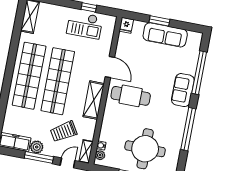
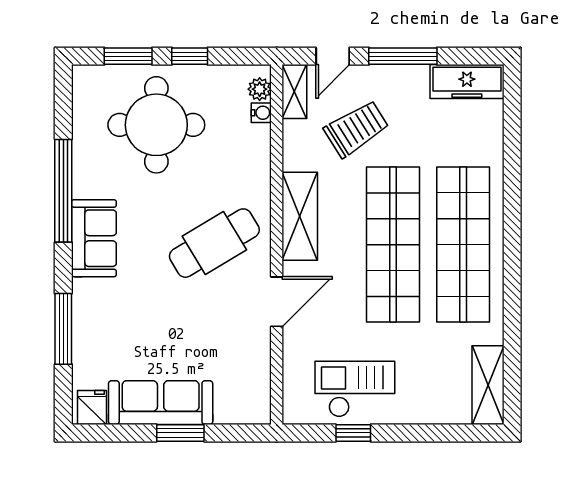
fridge: (126, 25) -> (92, 407), moved
door: (110, 67) -> (277, 302), swing flipped
window: (199, 73) -> (63, 329), width x0.68
sofa: (183, 90) -> (94, 238), moved
cafe table: (131, 96) -> (214, 243), turned -31
plant: (37, 147) -> (413, 80), removed

